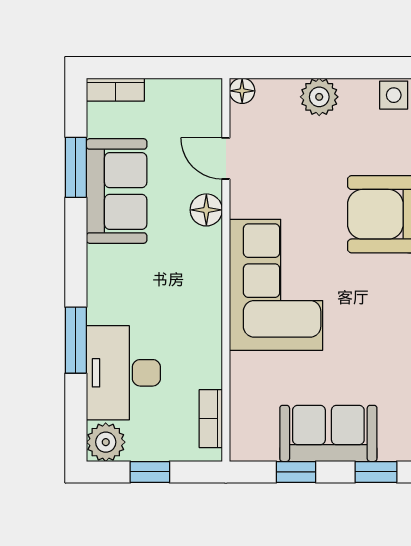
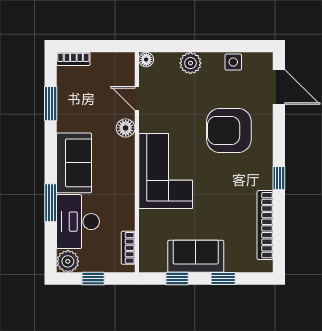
sofa: (117, 191) -> (74, 163), moved

